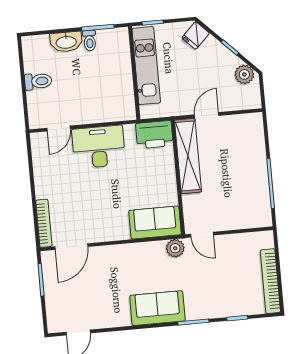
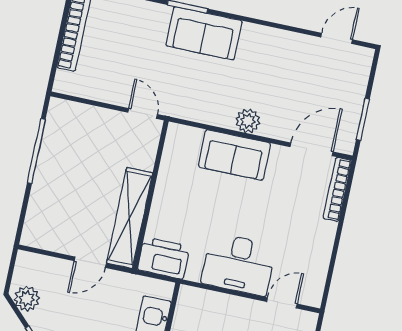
sofa: (155, 223) -> (234, 155), moved
plant: (175, 248) -> (248, 121), moved
sofa: (157, 308) -> (204, 33), moved

